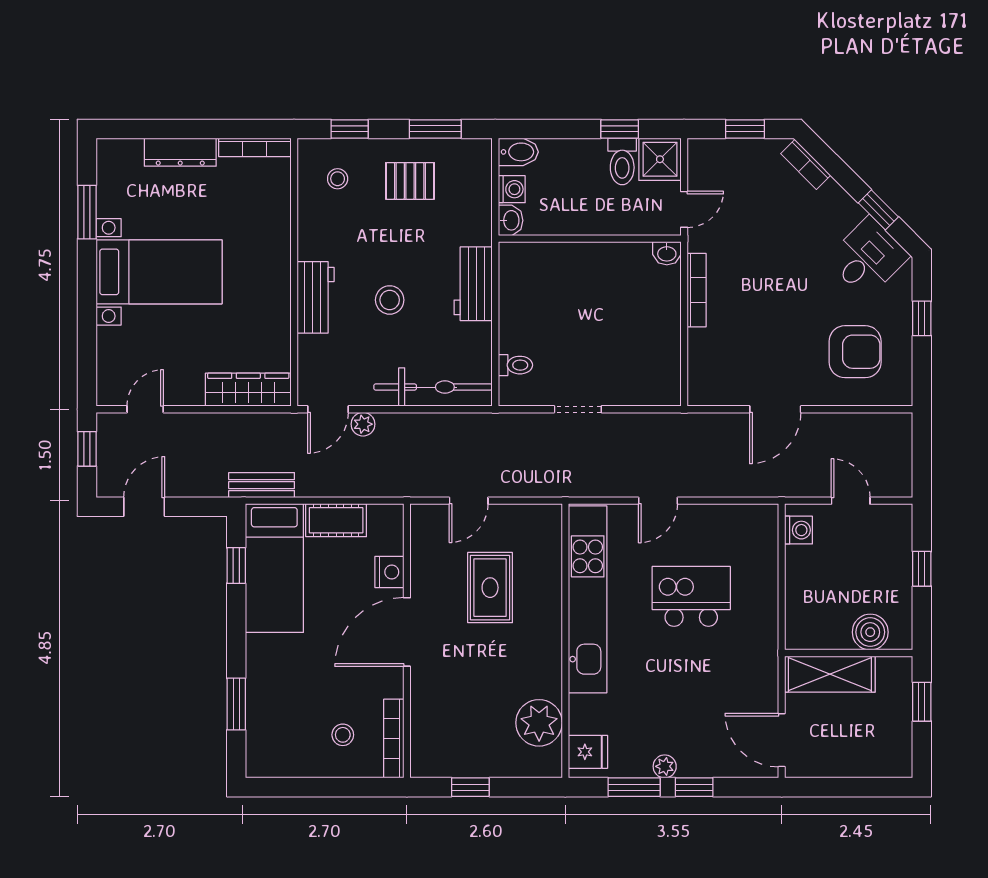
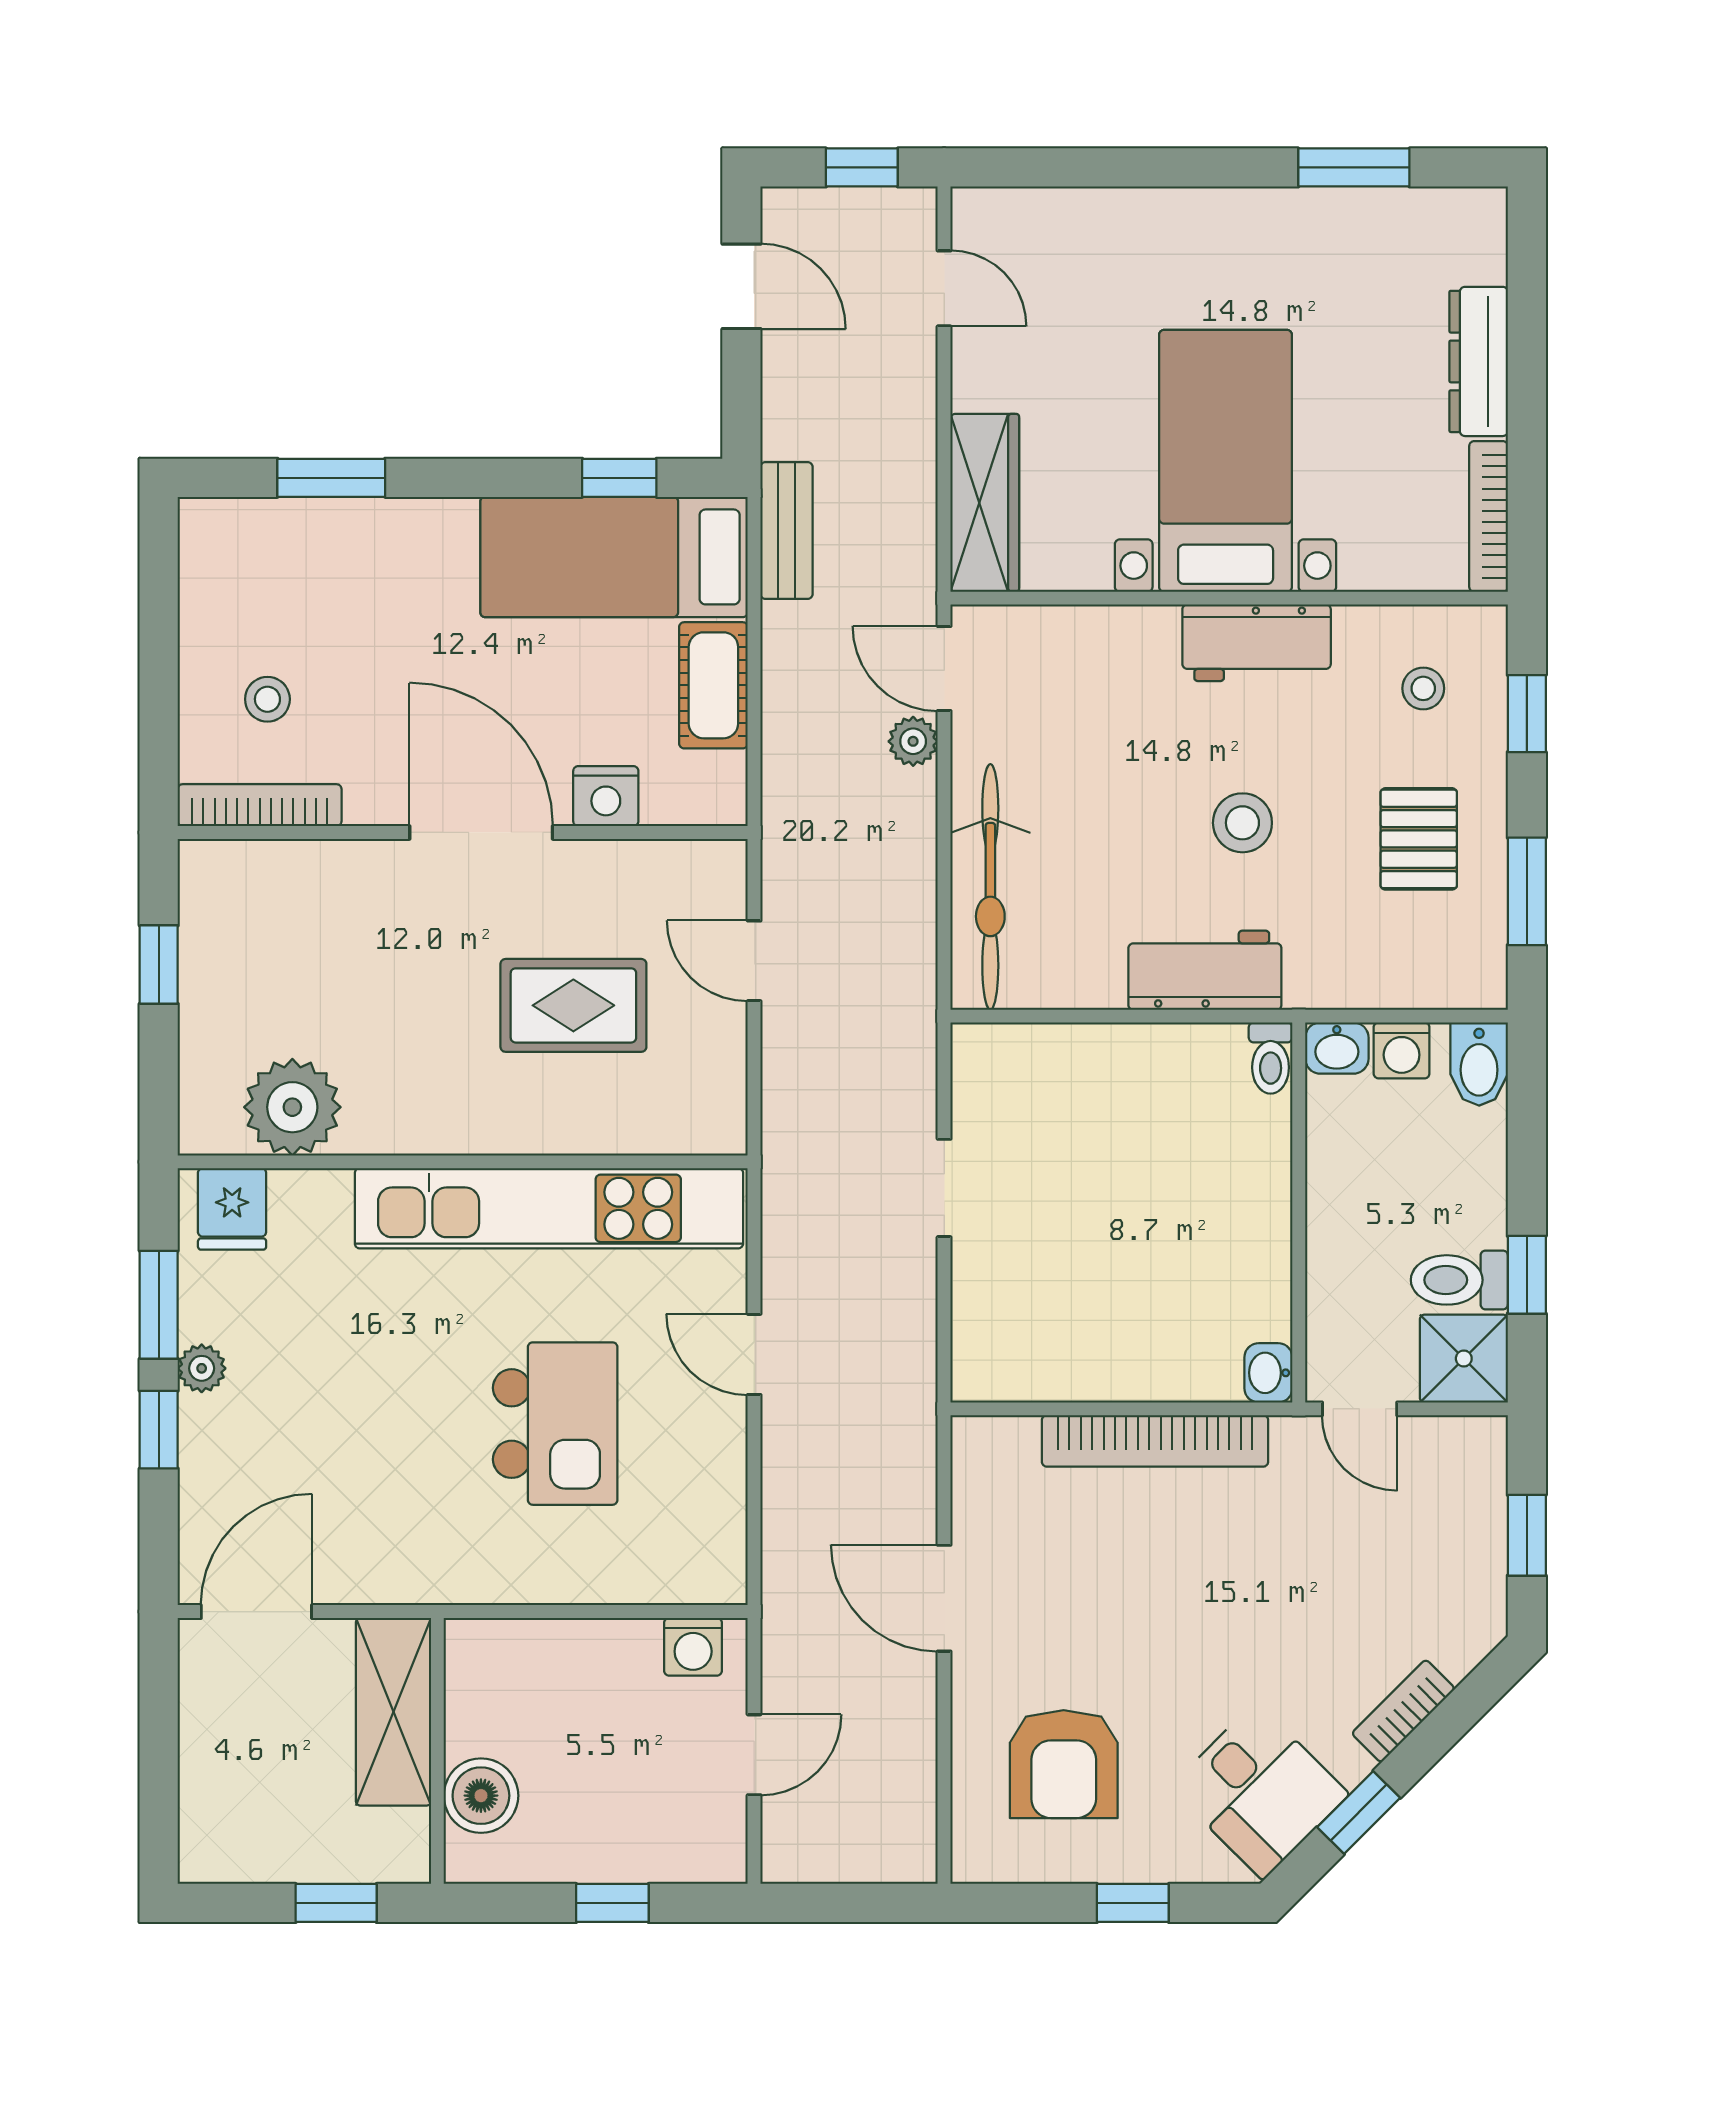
bookcase: (806, 164) -> (1403, 1711), moved
bed with nightstands: (159, 272) -> (1226, 461), moved, turned 180
bookcase: (697, 290) -> (1155, 1441), width x1.48, depth x1.31
workbench: (316, 297) -> (1257, 643), moved
stool: (390, 300) -> (1242, 823), moved
toilet: (515, 365) -> (1271, 1058), moved

